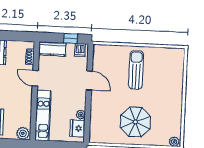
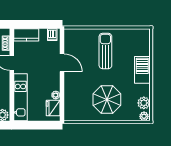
window: (70, 38) -> (43, 24), removed
barbecue: (175, 92) -> (142, 70), added
plant: (175, 127) -> (144, 103), added

